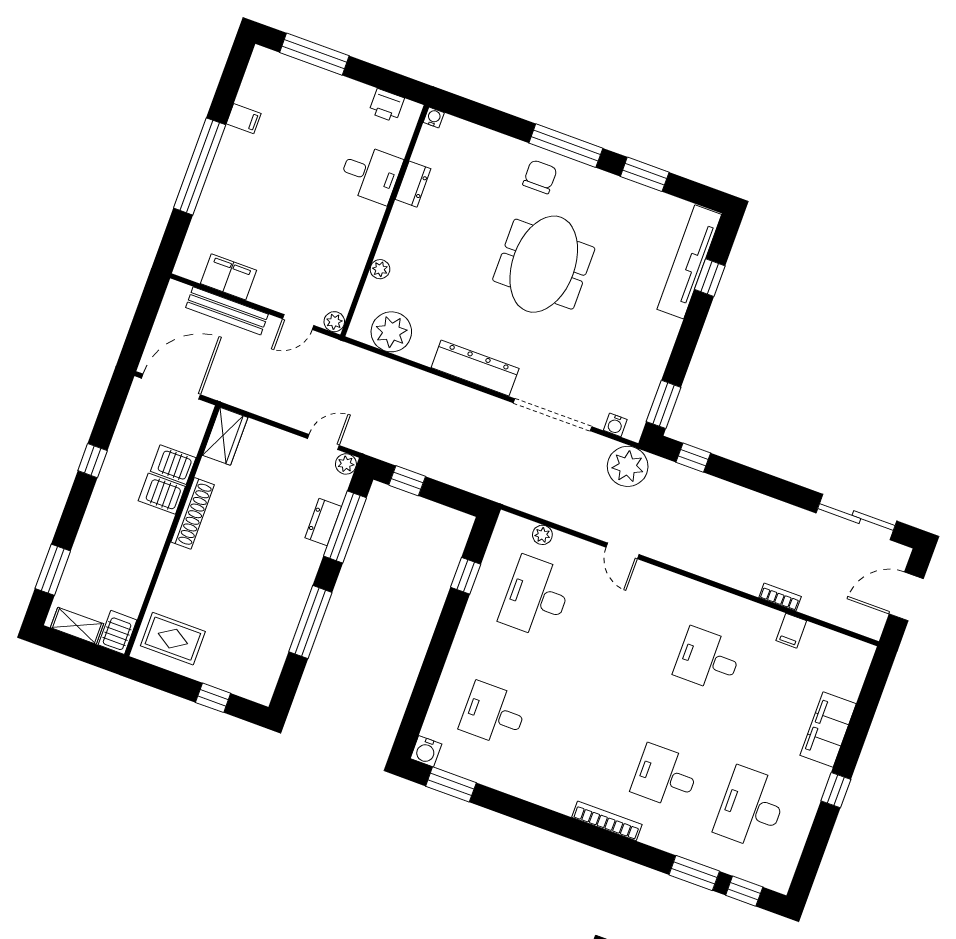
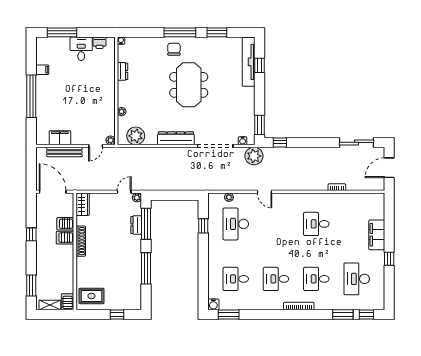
desk: (370, 174) -> (81, 49), moved, turned -90
door: (171, 387) -> (53, 192), hinge flipped
window: (407, 481) -> (165, 195), removed
filing cabinet: (791, 631) -> (347, 199), removed
desk: (579, 745) -> (276, 279), added

